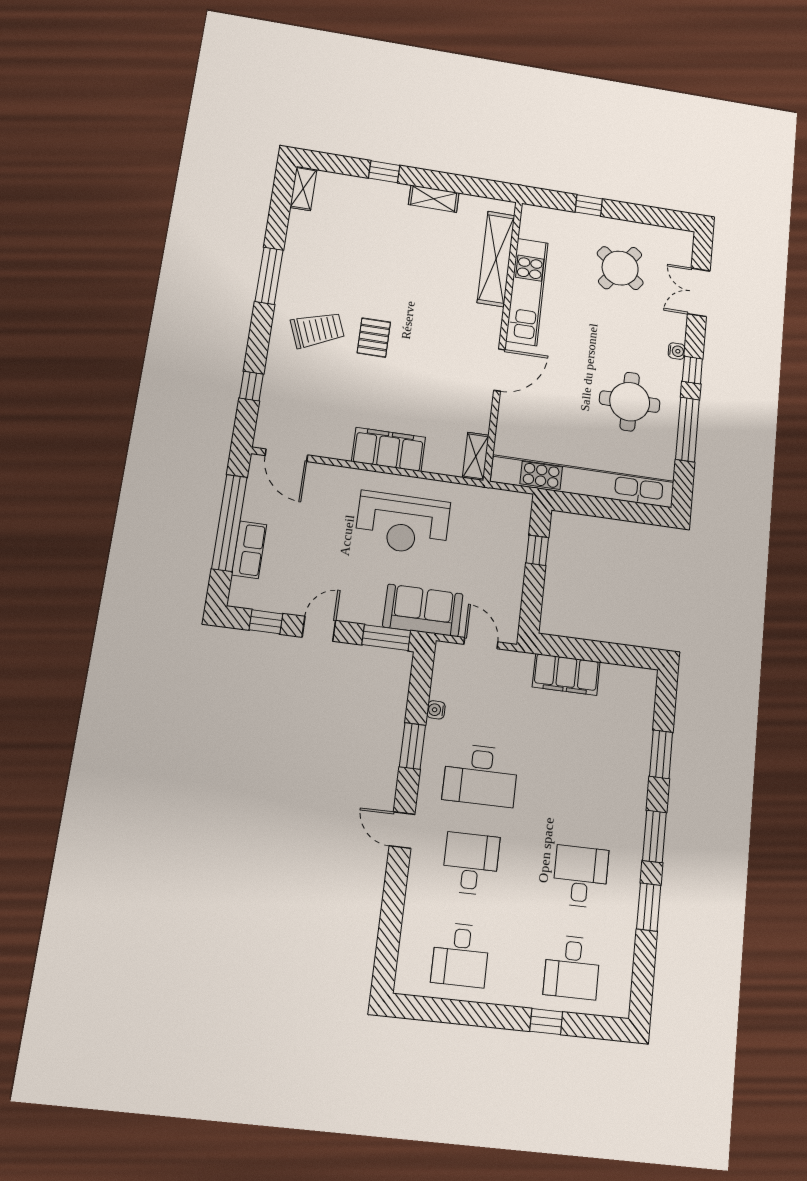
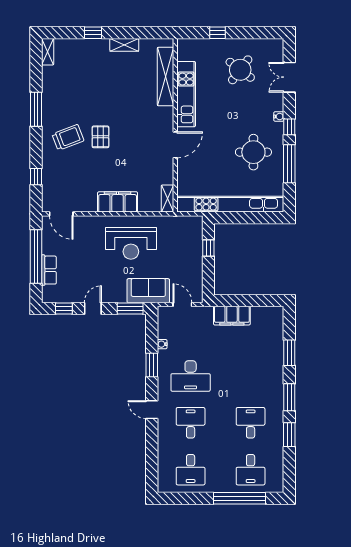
window: (546, 1022) -> (240, 498), width x3.17

